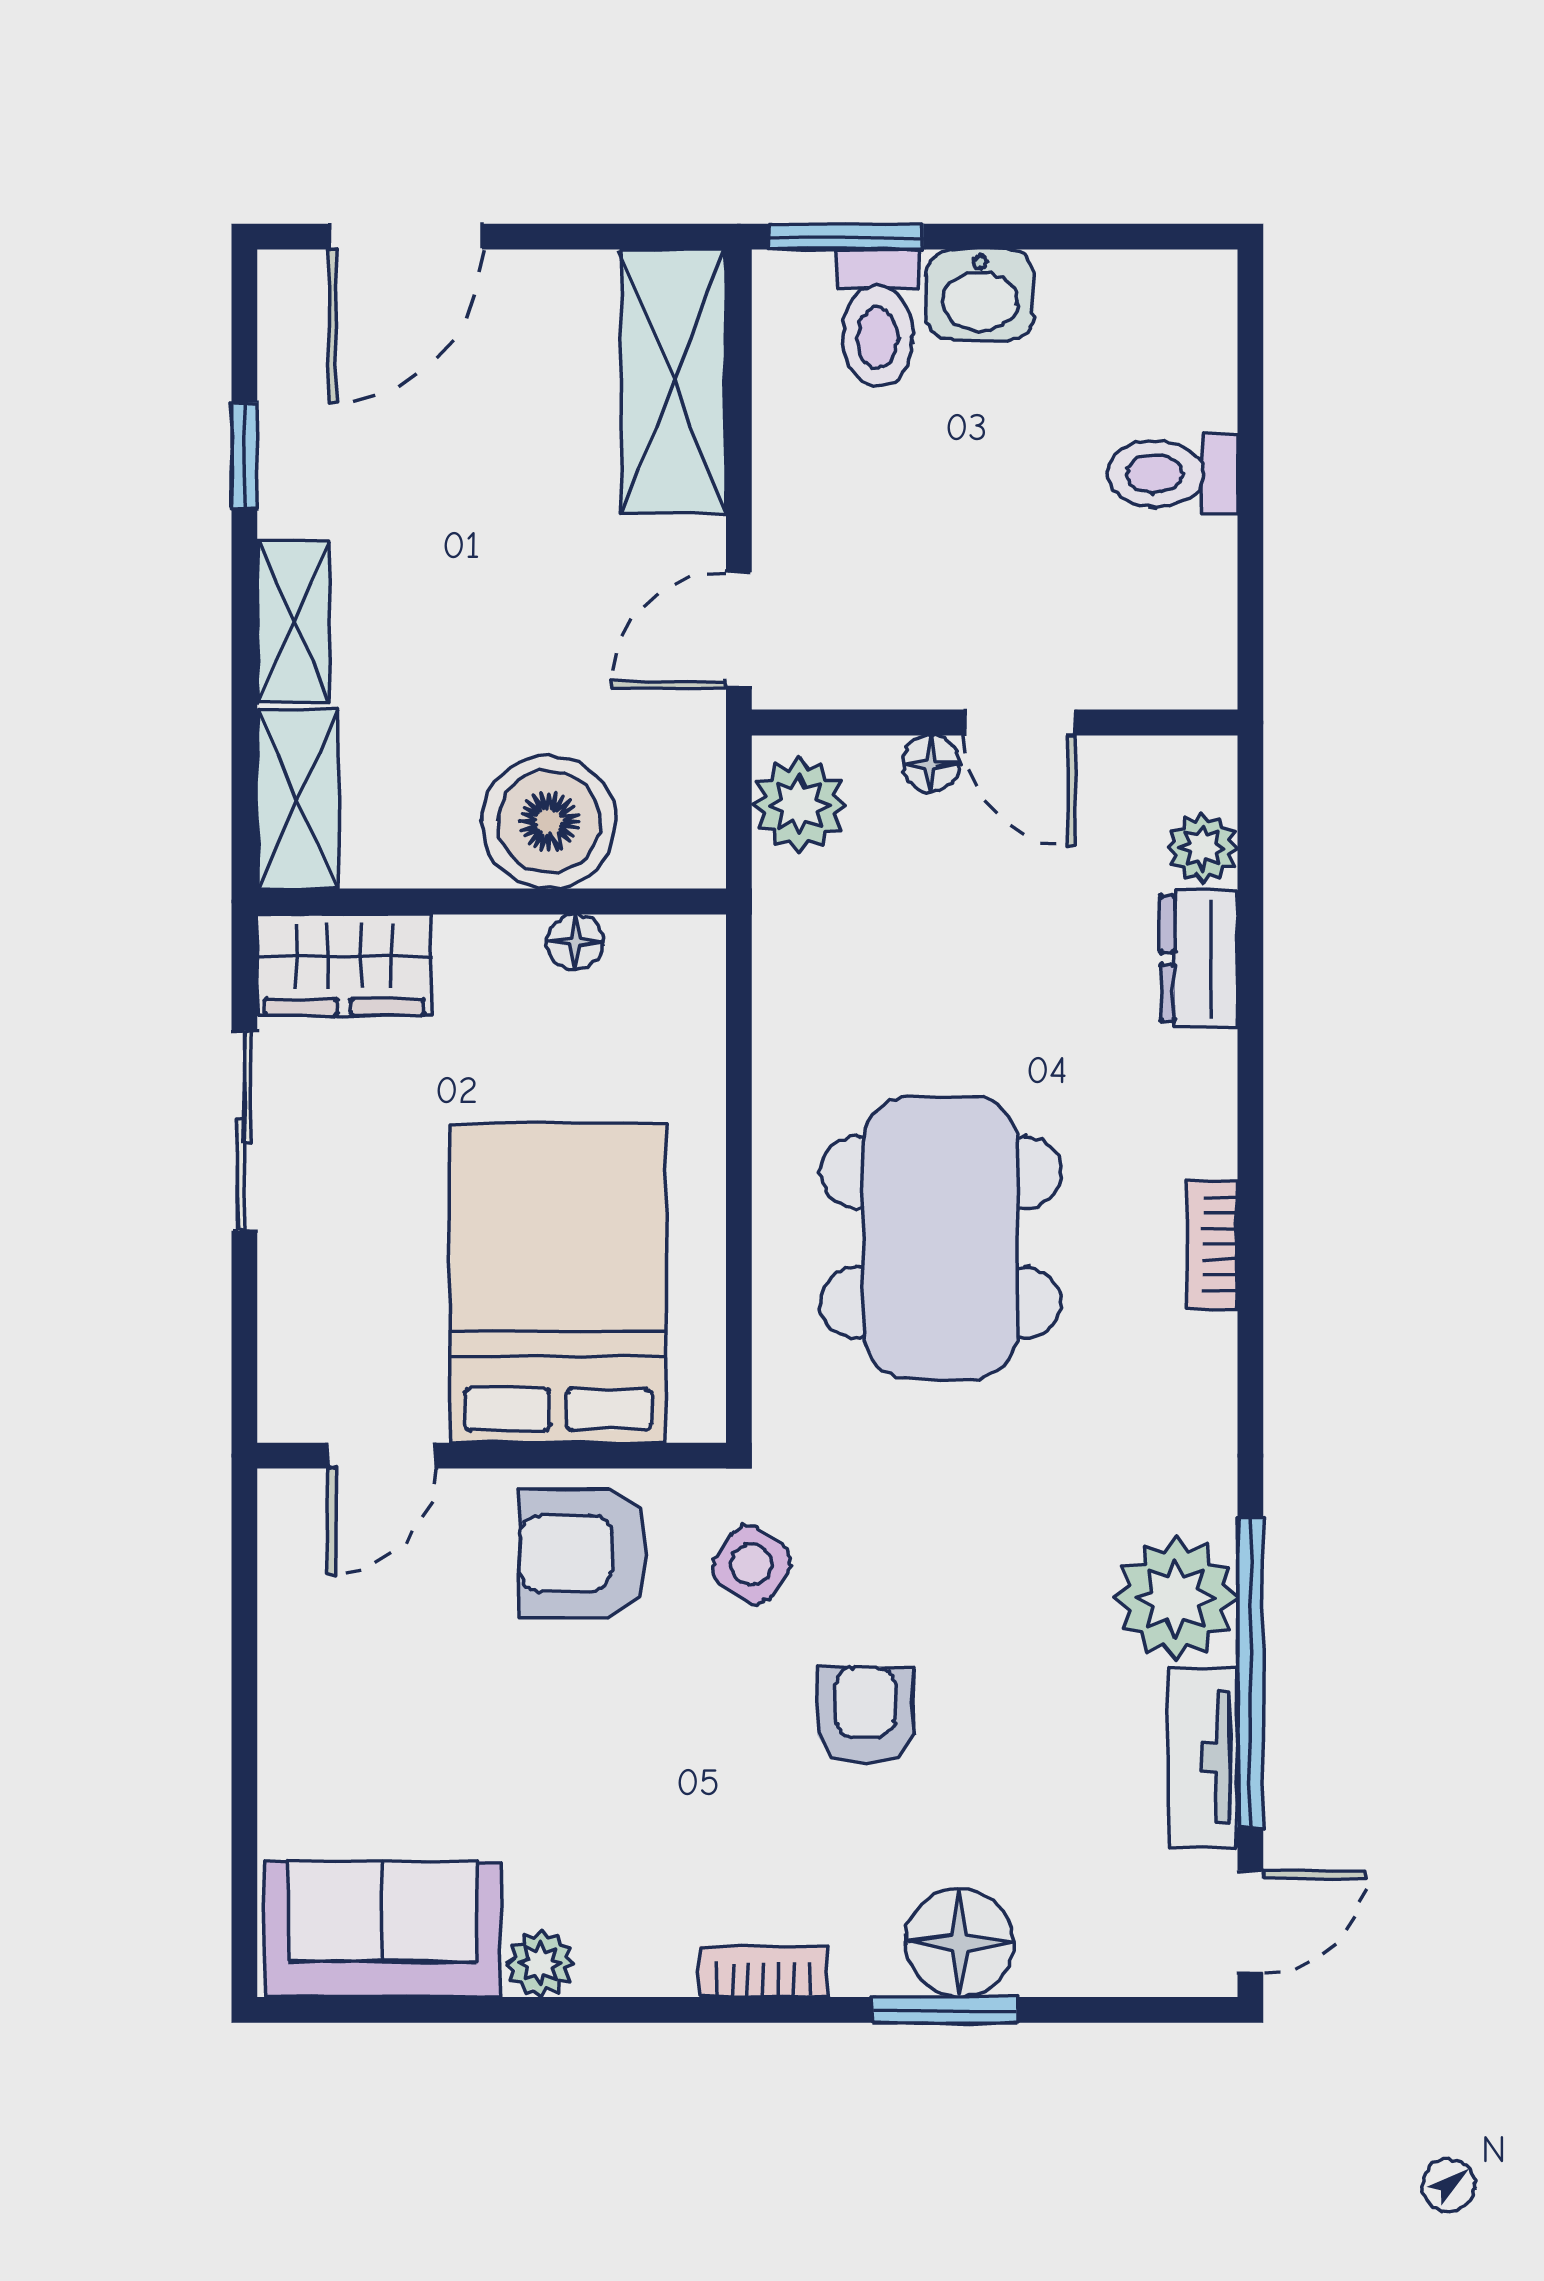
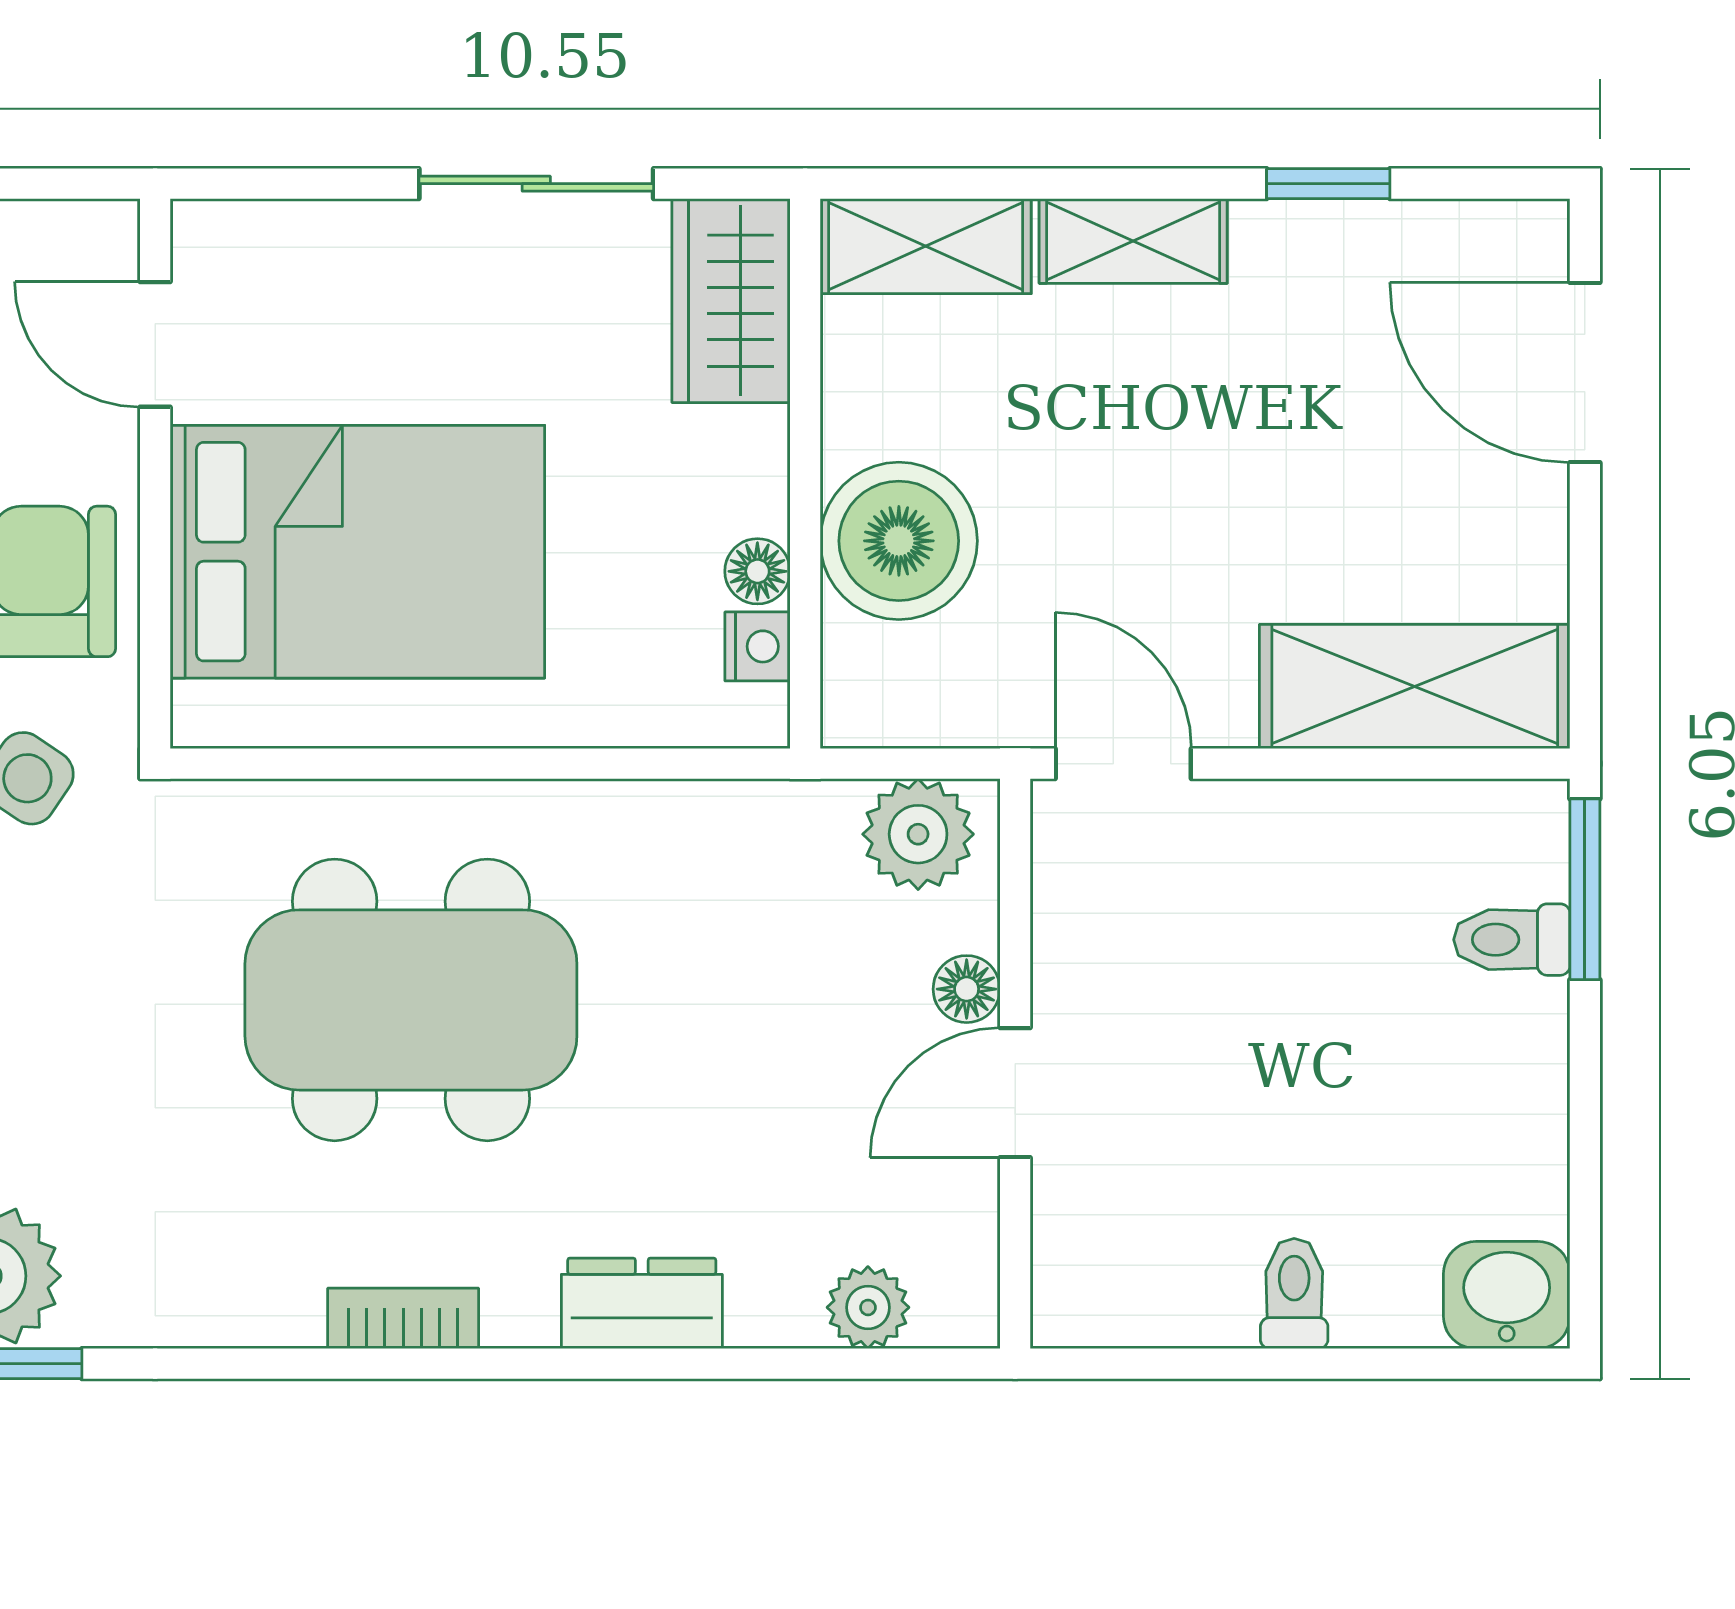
washbasin: (980, 295) -> (1507, 1295), moved, turned 90
toilet: (878, 318) -> (1512, 940), width x0.73, depth x0.72
toilet: (1173, 474) -> (1294, 1293), width x0.73, depth x0.72
nightstand: (639, 942) -> (757, 646), added
dresser: (1199, 958) -> (642, 1303), moved

